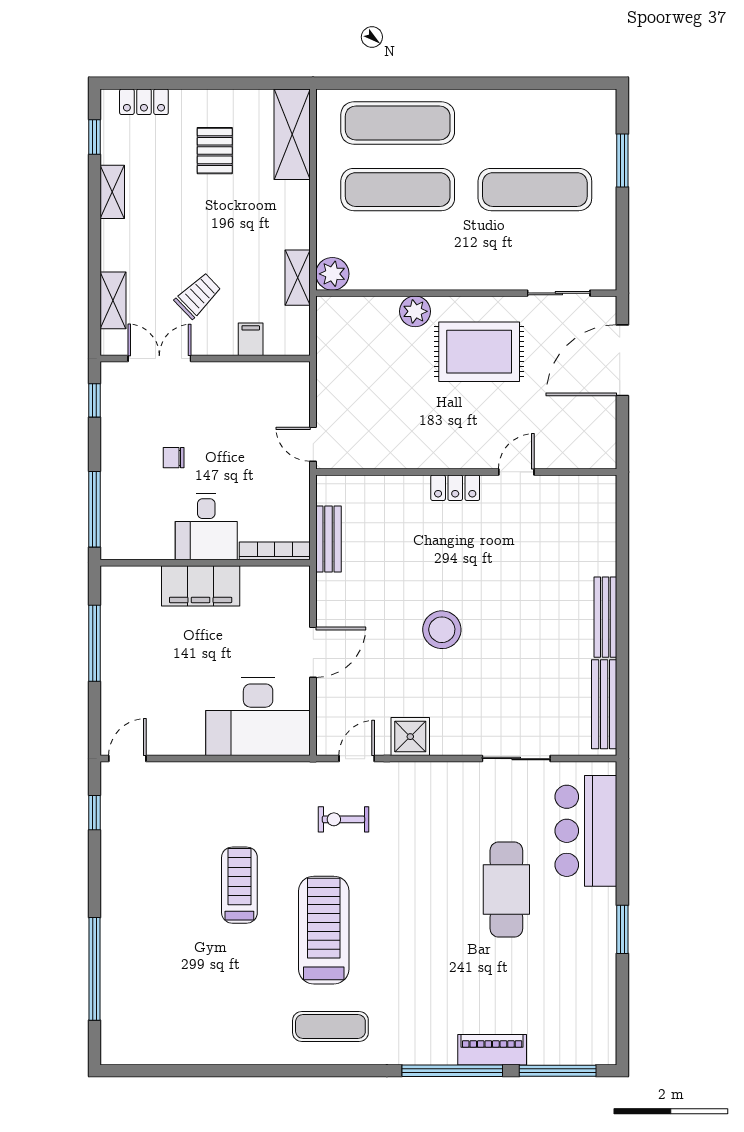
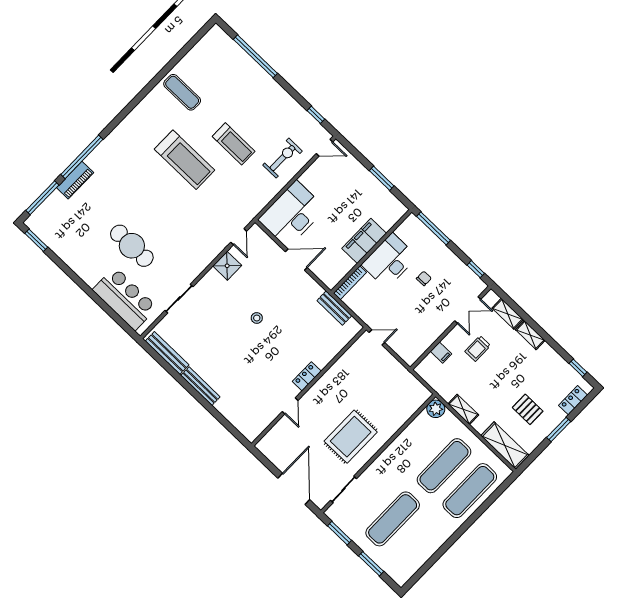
window: (202, 83) -> (559, 430), added
shelving: (112, 192) -> (530, 335), moved
window: (622, 242) -> (339, 533), added
shelving: (298, 278) -> (463, 409), moved
trolley: (198, 296) -> (478, 348), turned 44
plant: (415, 311) -> (390, 427), removed
desk: (206, 527) -> (389, 261), width x1.37
stool: (442, 630) -> (257, 318), width x0.53, depth x0.53
window: (95, 643) -> (382, 178), width x0.69
door: (313, 652) -> (296, 260), swing flipped
door: (127, 759) -> (325, 148), hinge flipped
exercise bike: (343, 819) -> (282, 158), moved, width x1.38, depth x1.39
window: (622, 929) -> (36, 240), moved
exercise mat: (330, 1027) -> (182, 92), moved, turned 90

